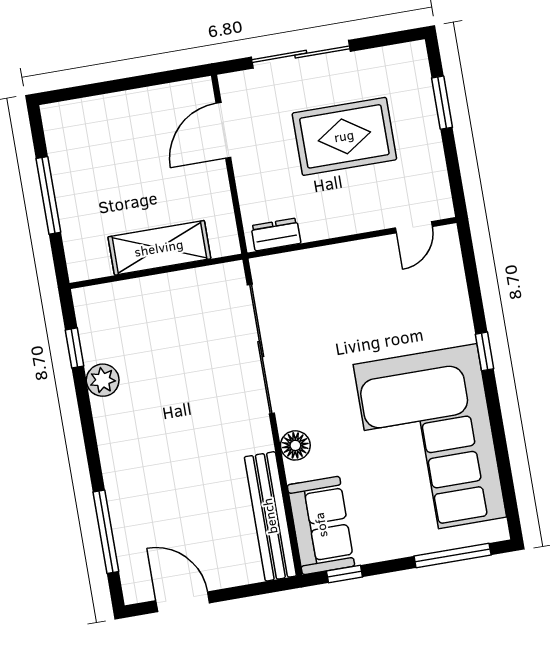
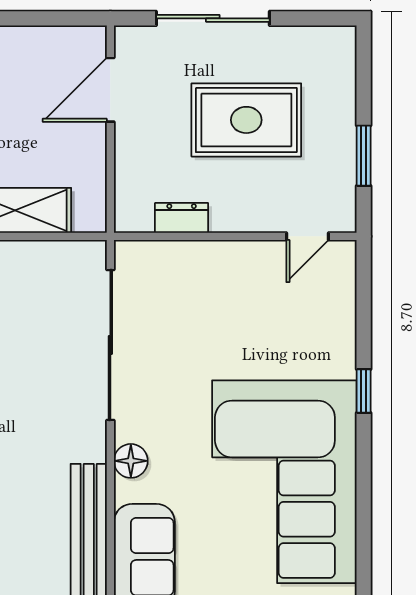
window: (442, 103) -> (364, 156), moved
dresser: (276, 234) -> (182, 218), moved

